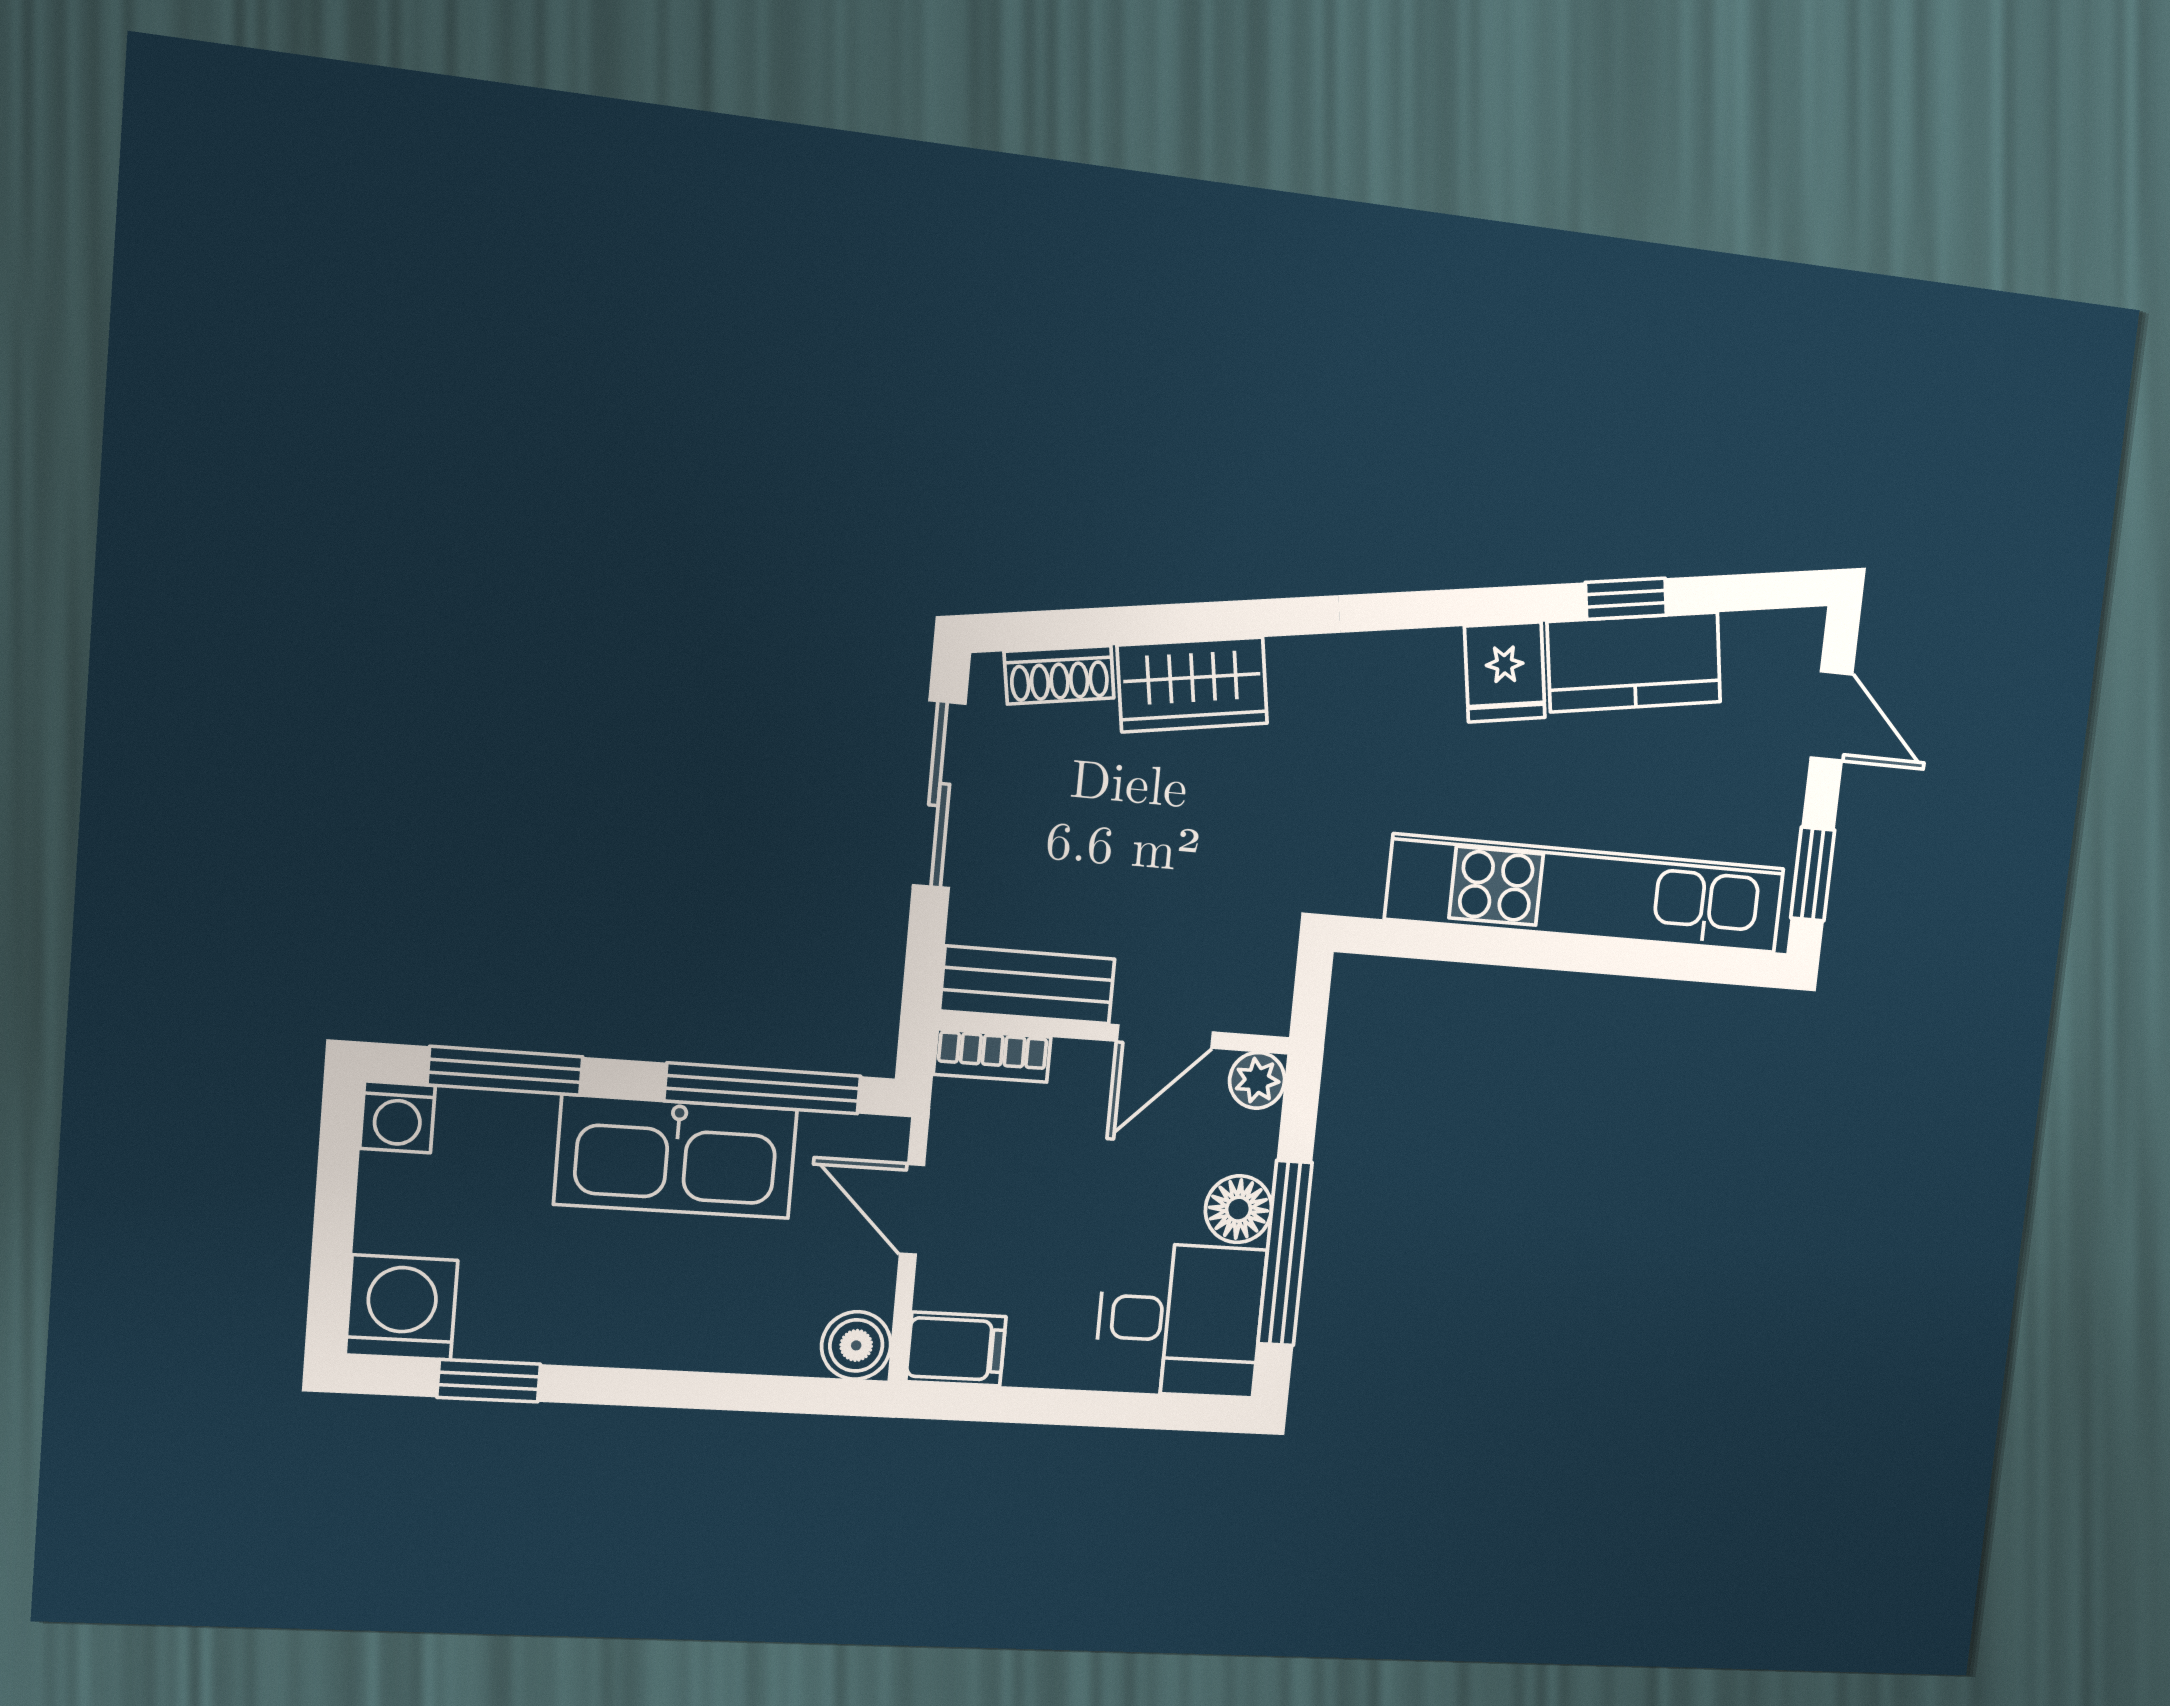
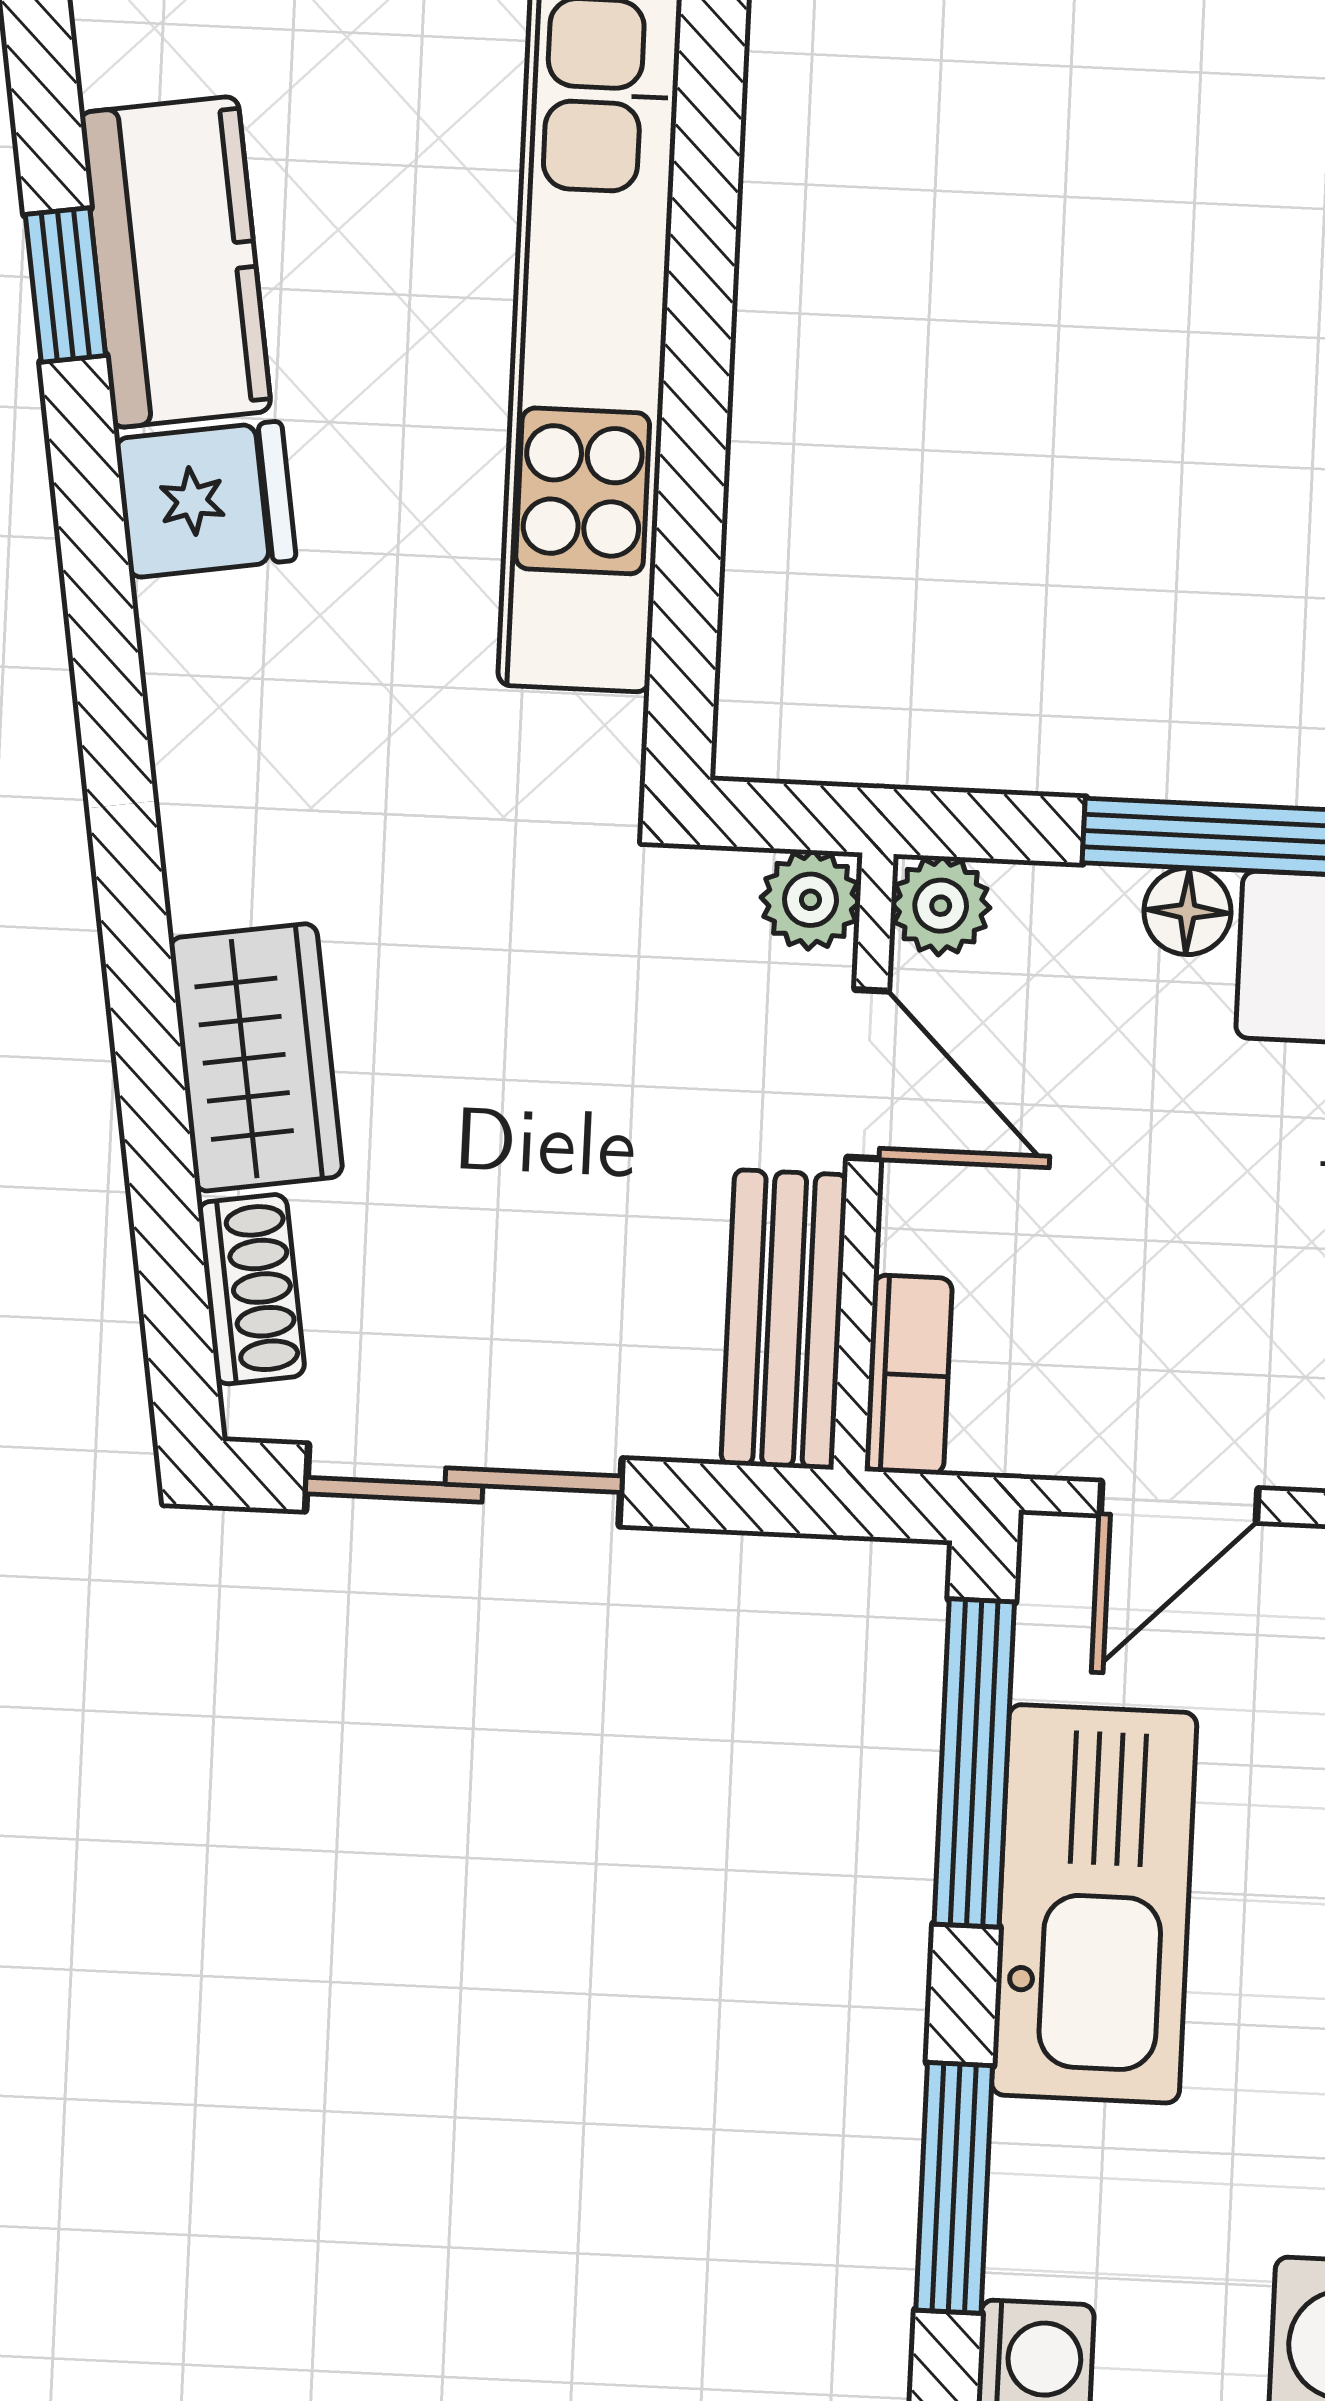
plant: (1264, 1007) -> (811, 900), added
floor lamp: (1239, 1209) -> (1187, 911), width x0.73, depth x0.73

